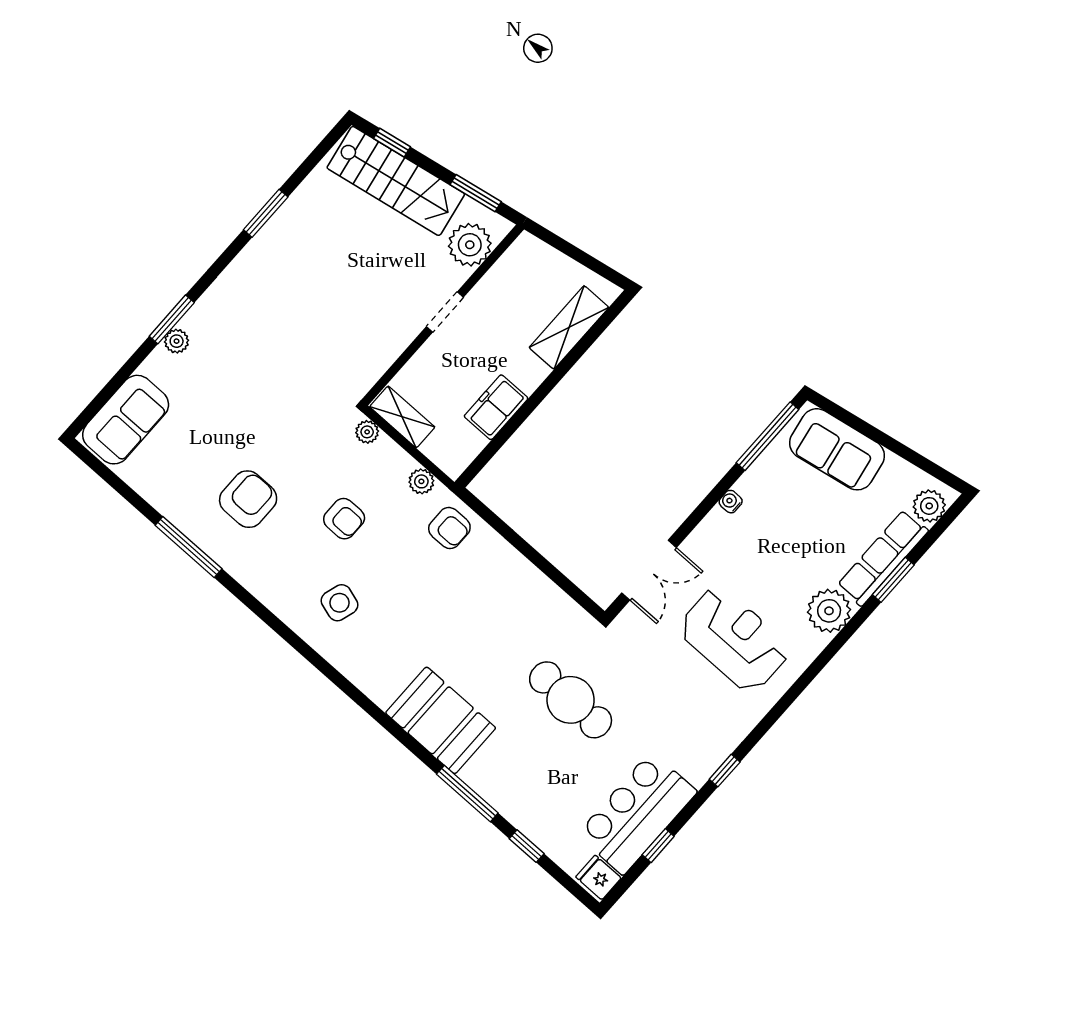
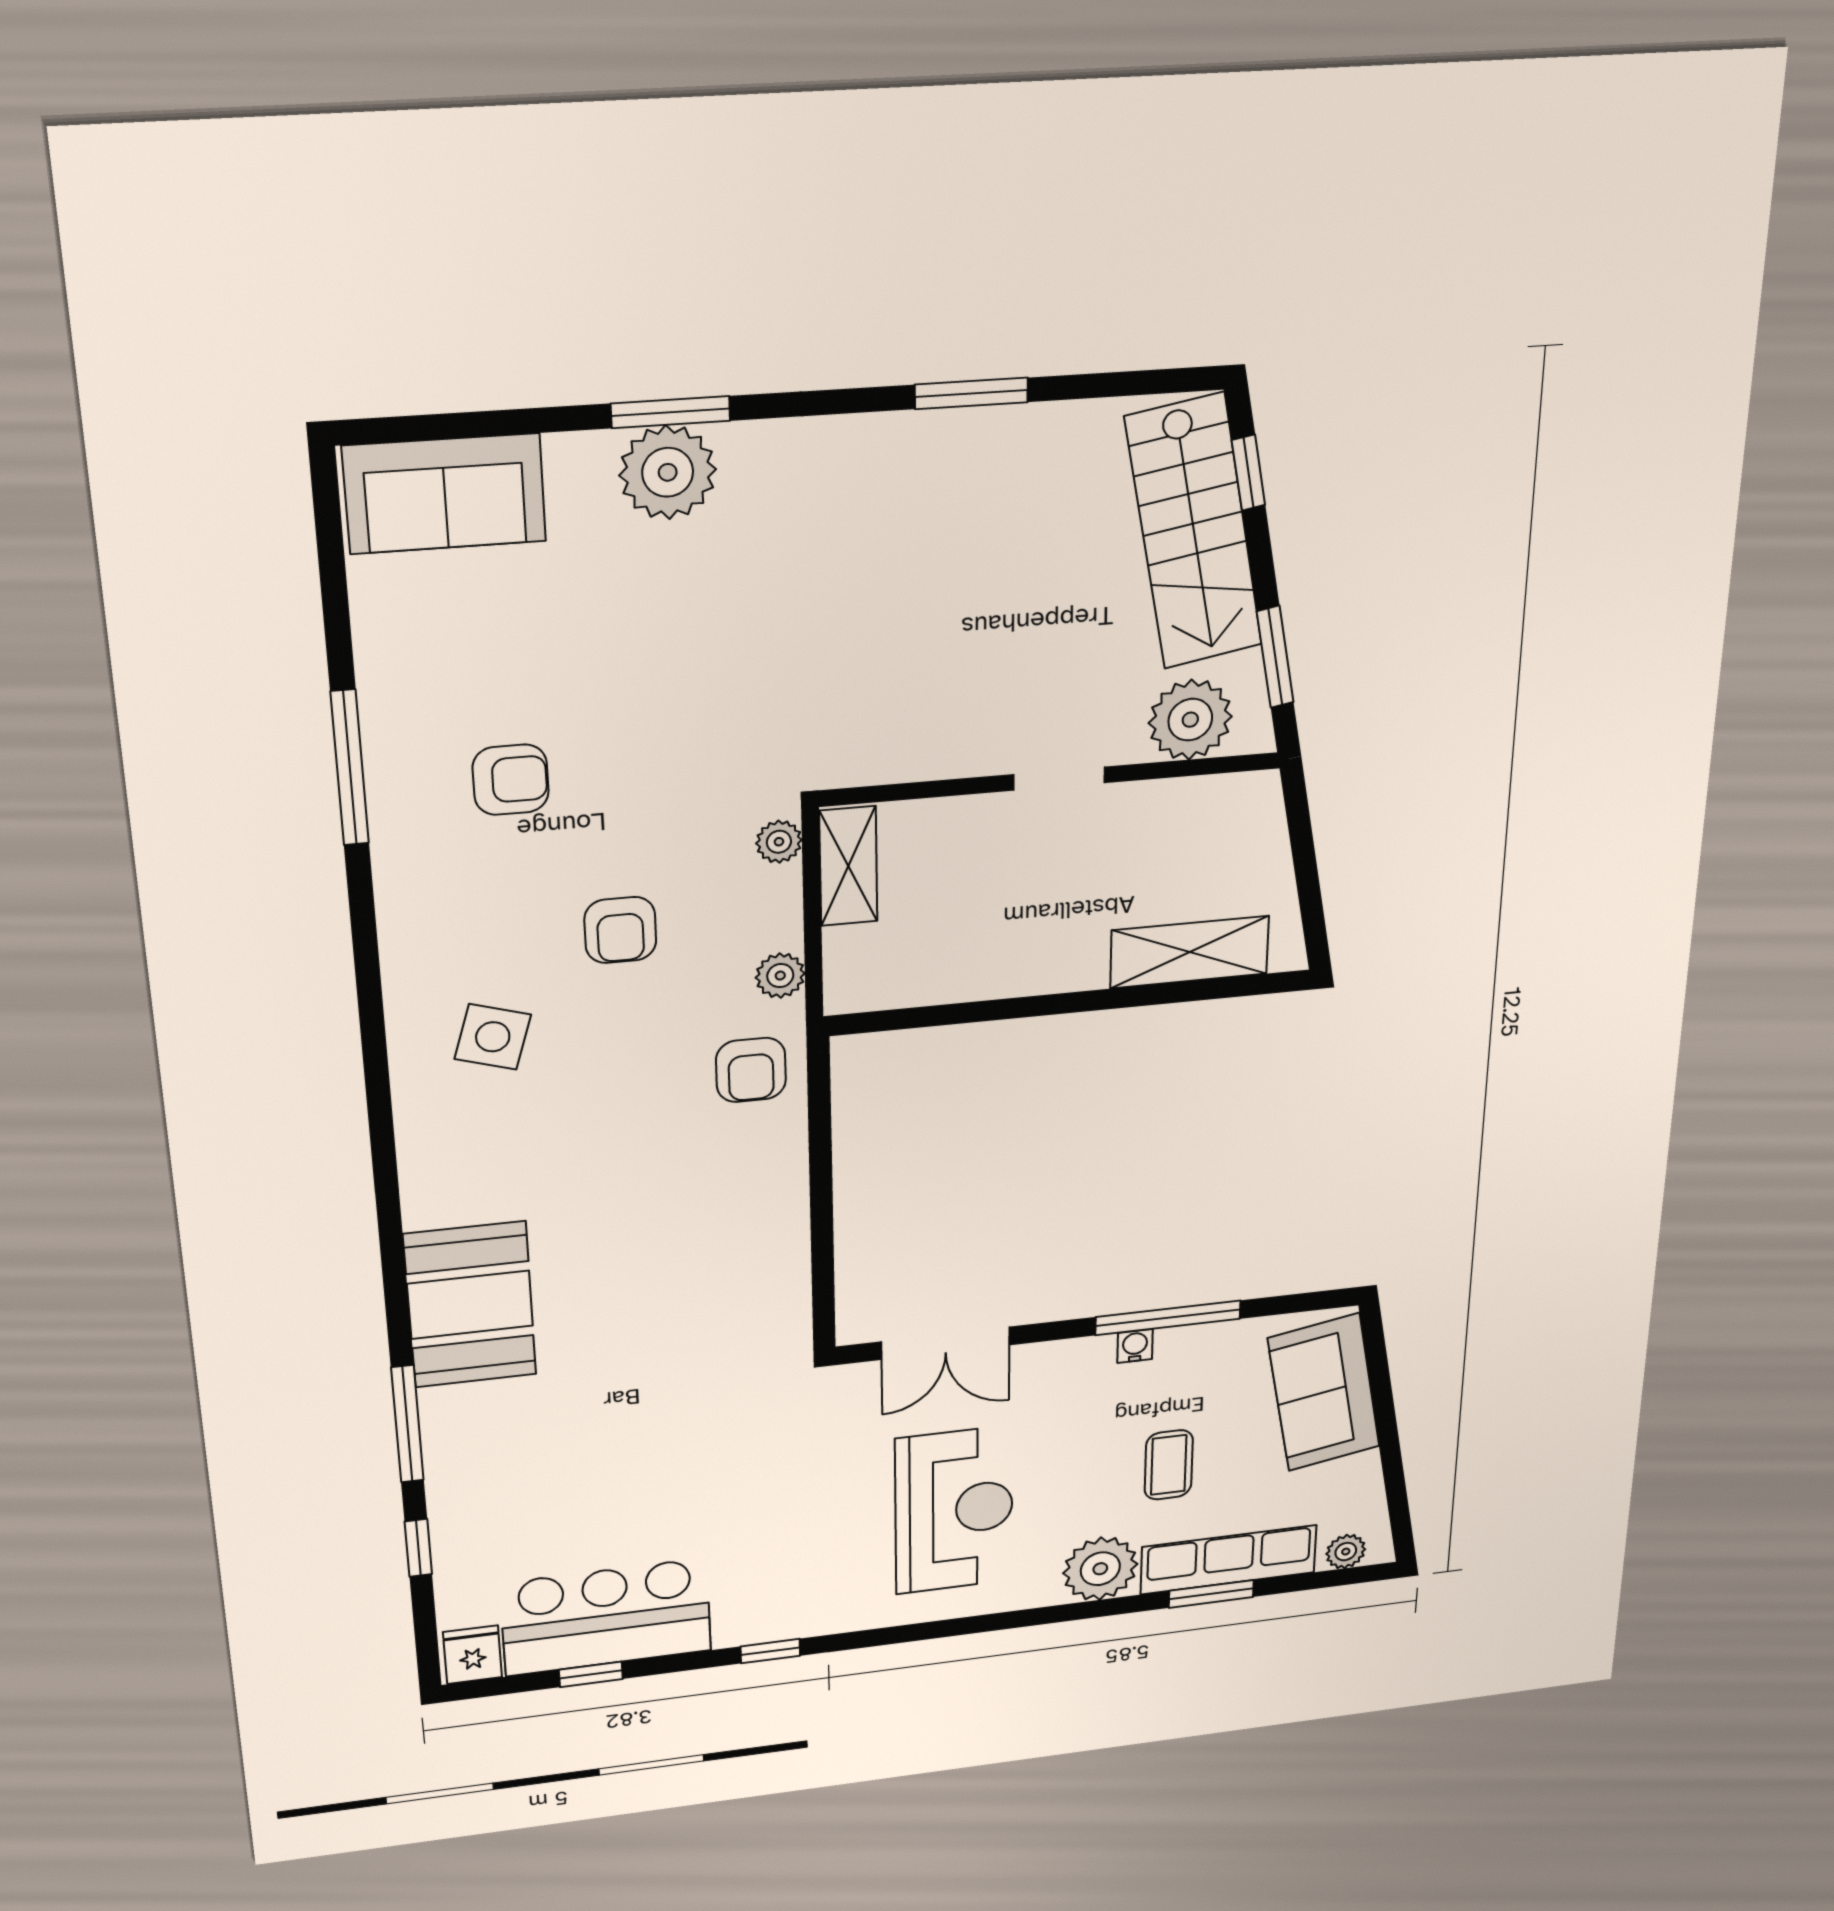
plant: (177, 341) -> (668, 472), width x1.88, depth x1.88
freezer: (496, 407) -> (985, 968), removed
window: (768, 436) -> (1168, 1318), moved
armchair: (248, 499) -> (511, 780), width x0.72, depth x0.72
plant: (929, 506) -> (1346, 1552), width x0.73, depth x0.73
coffee table: (805, 539) -> (1169, 1465), added
cafe table: (571, 700) -> (672, 1418), removed

